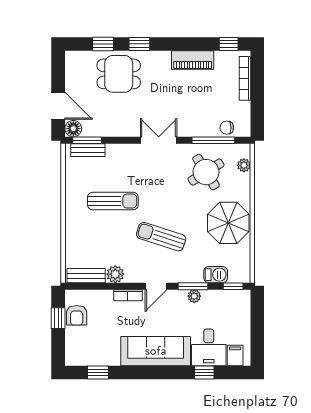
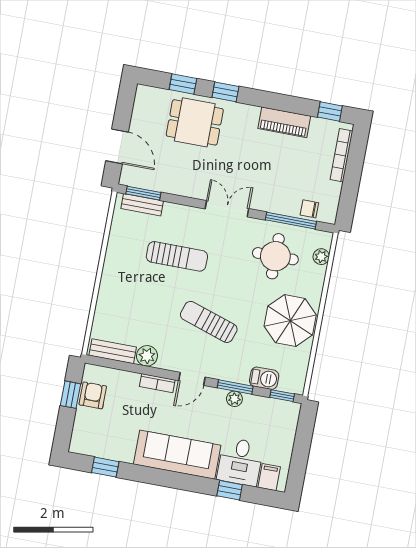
floor lamp: (73, 129) -> (130, 176), removed
round table: (206, 172) -> (275, 256), turned 32
sun lounger: (113, 201) -> (177, 256), moved
armchair: (77, 315) -> (93, 395), turned 180

